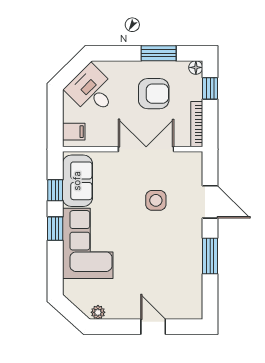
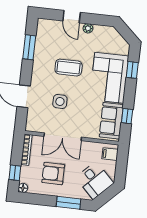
window: (159, 53) -> (68, 203), moved
window: (55, 229) -> (132, 70), moved
coffee table: (149, 252) -> (69, 68), added
window: (210, 256) -> (29, 47), moved
plant: (98, 312) -> (88, 28), moved

